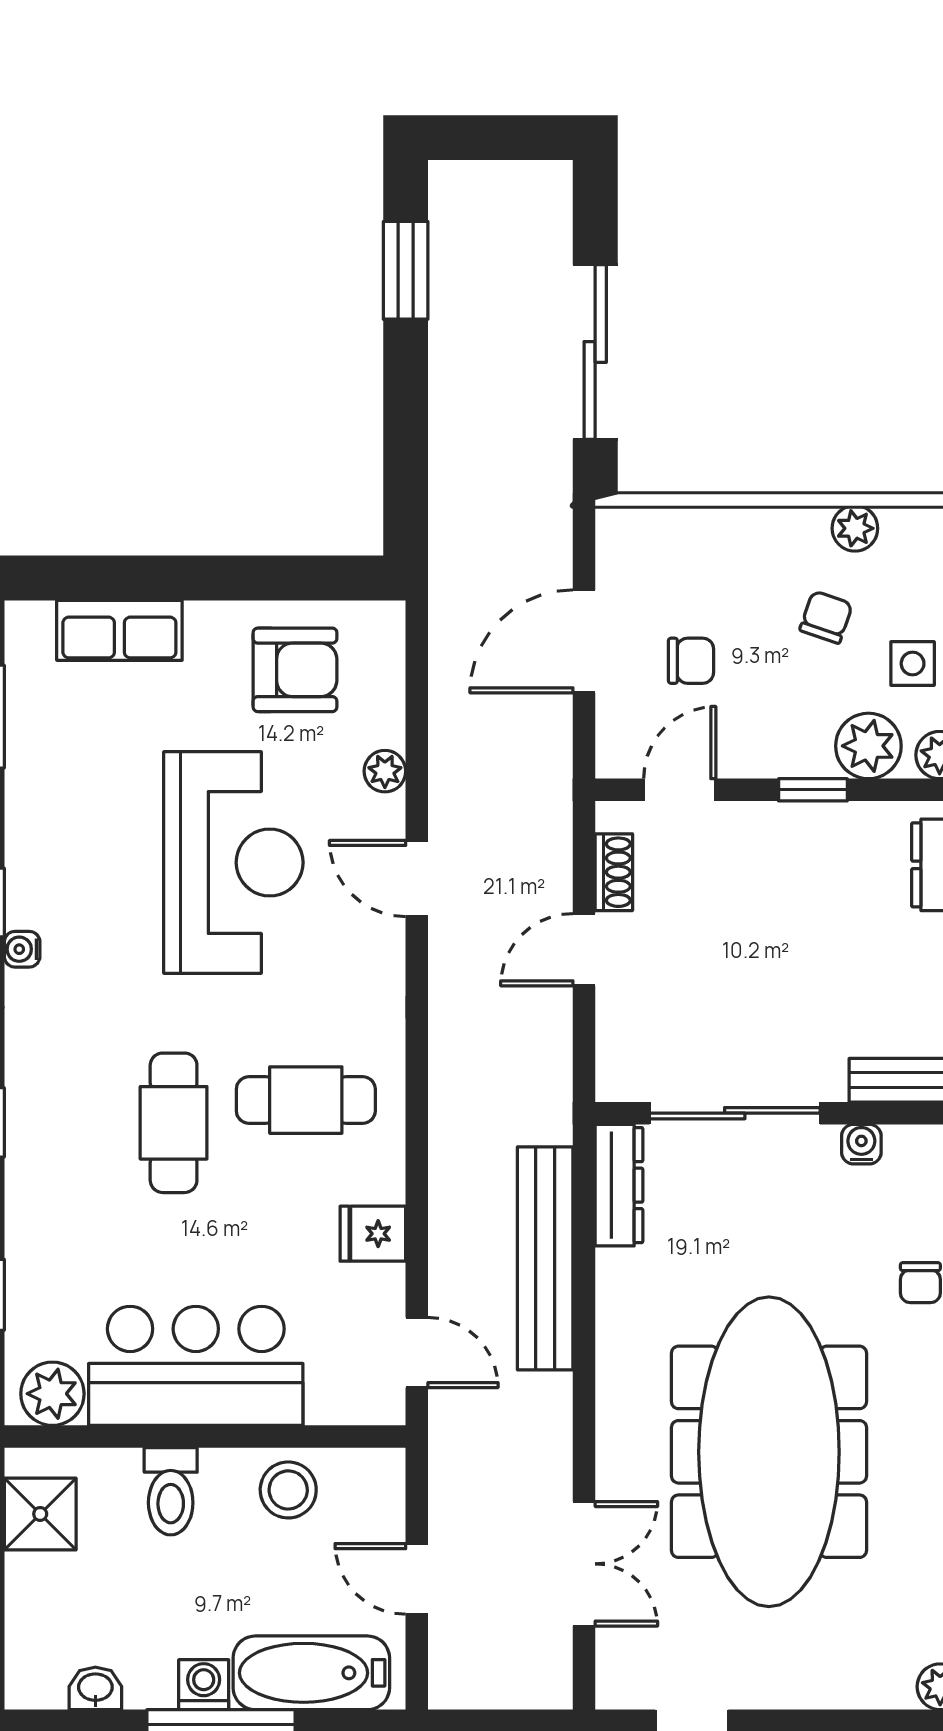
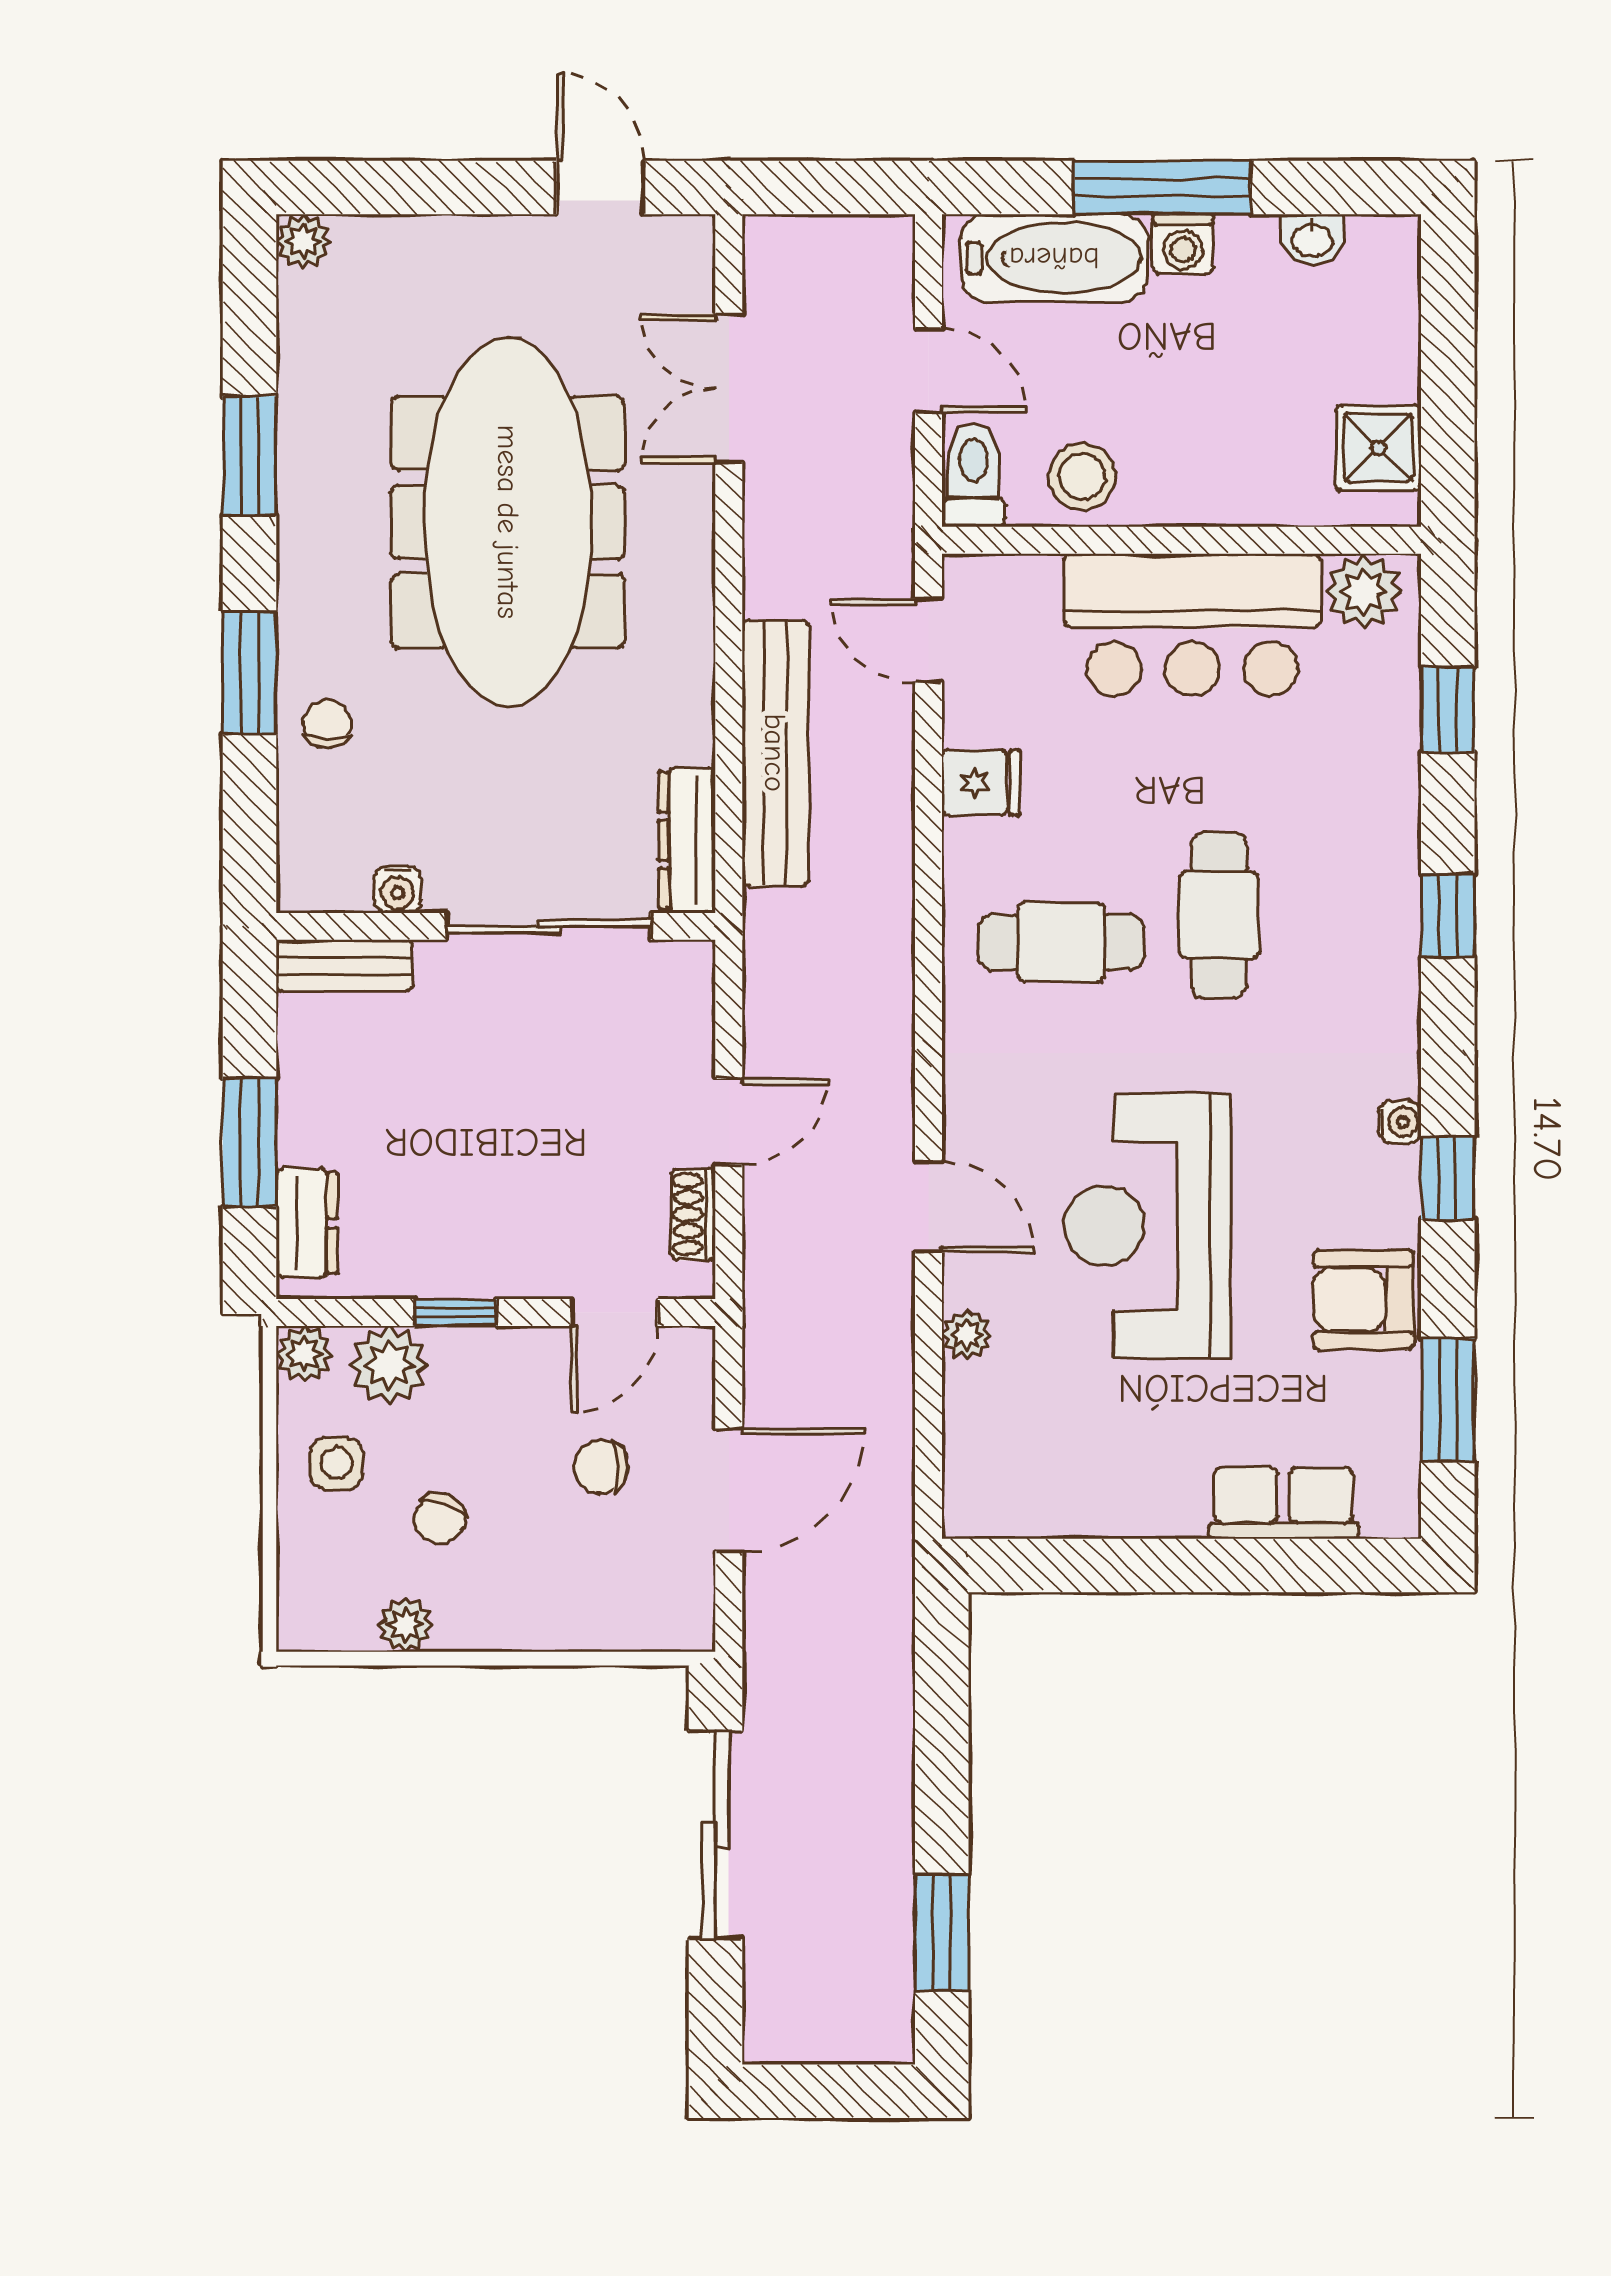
armchair: (295, 670) -> (1364, 1300), moved
toilet: (171, 1491) -> (973, 475), moved

